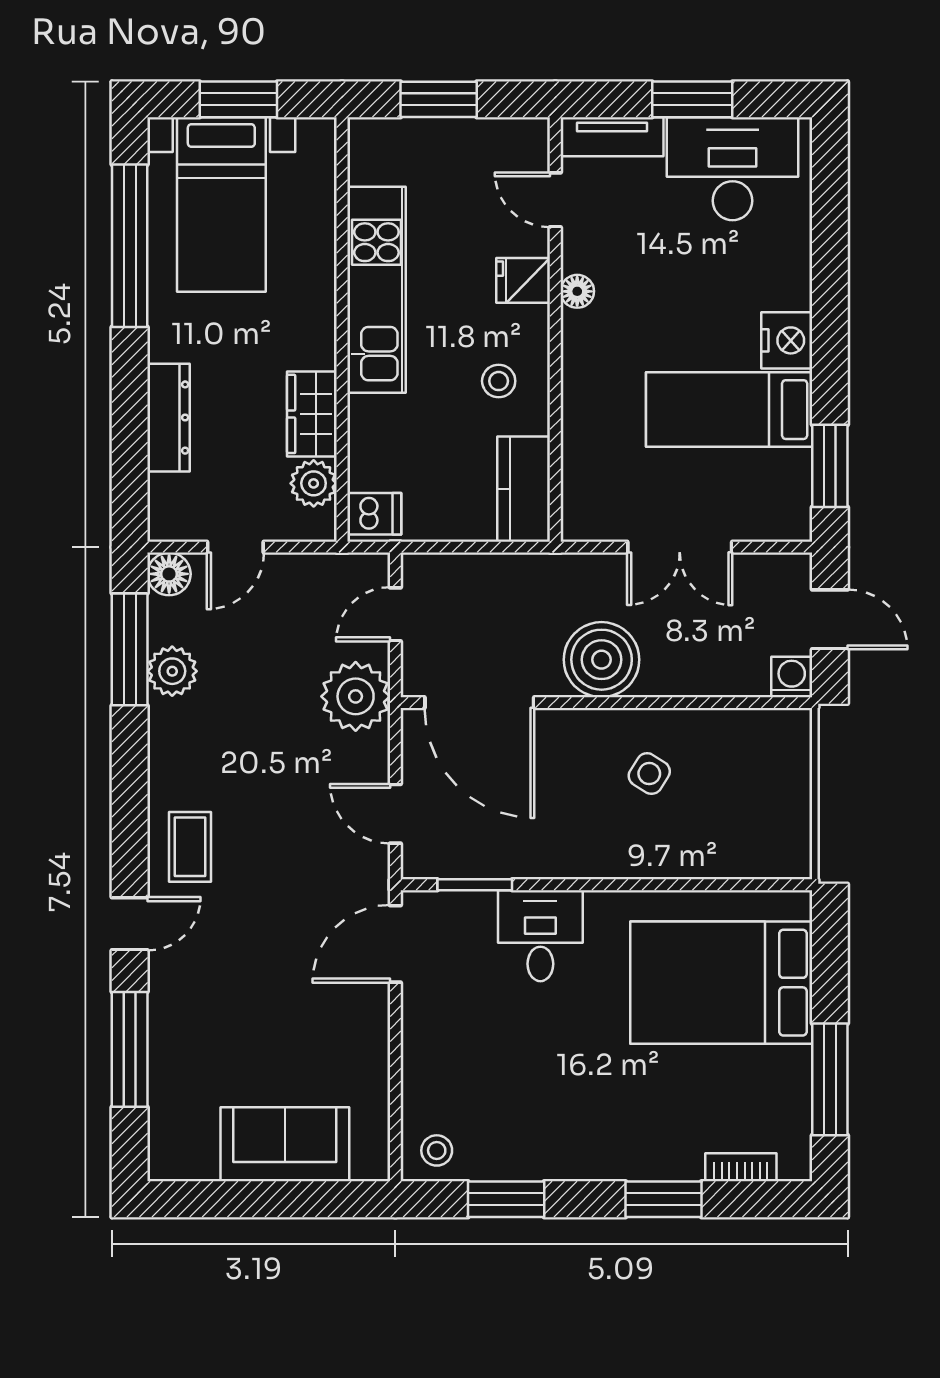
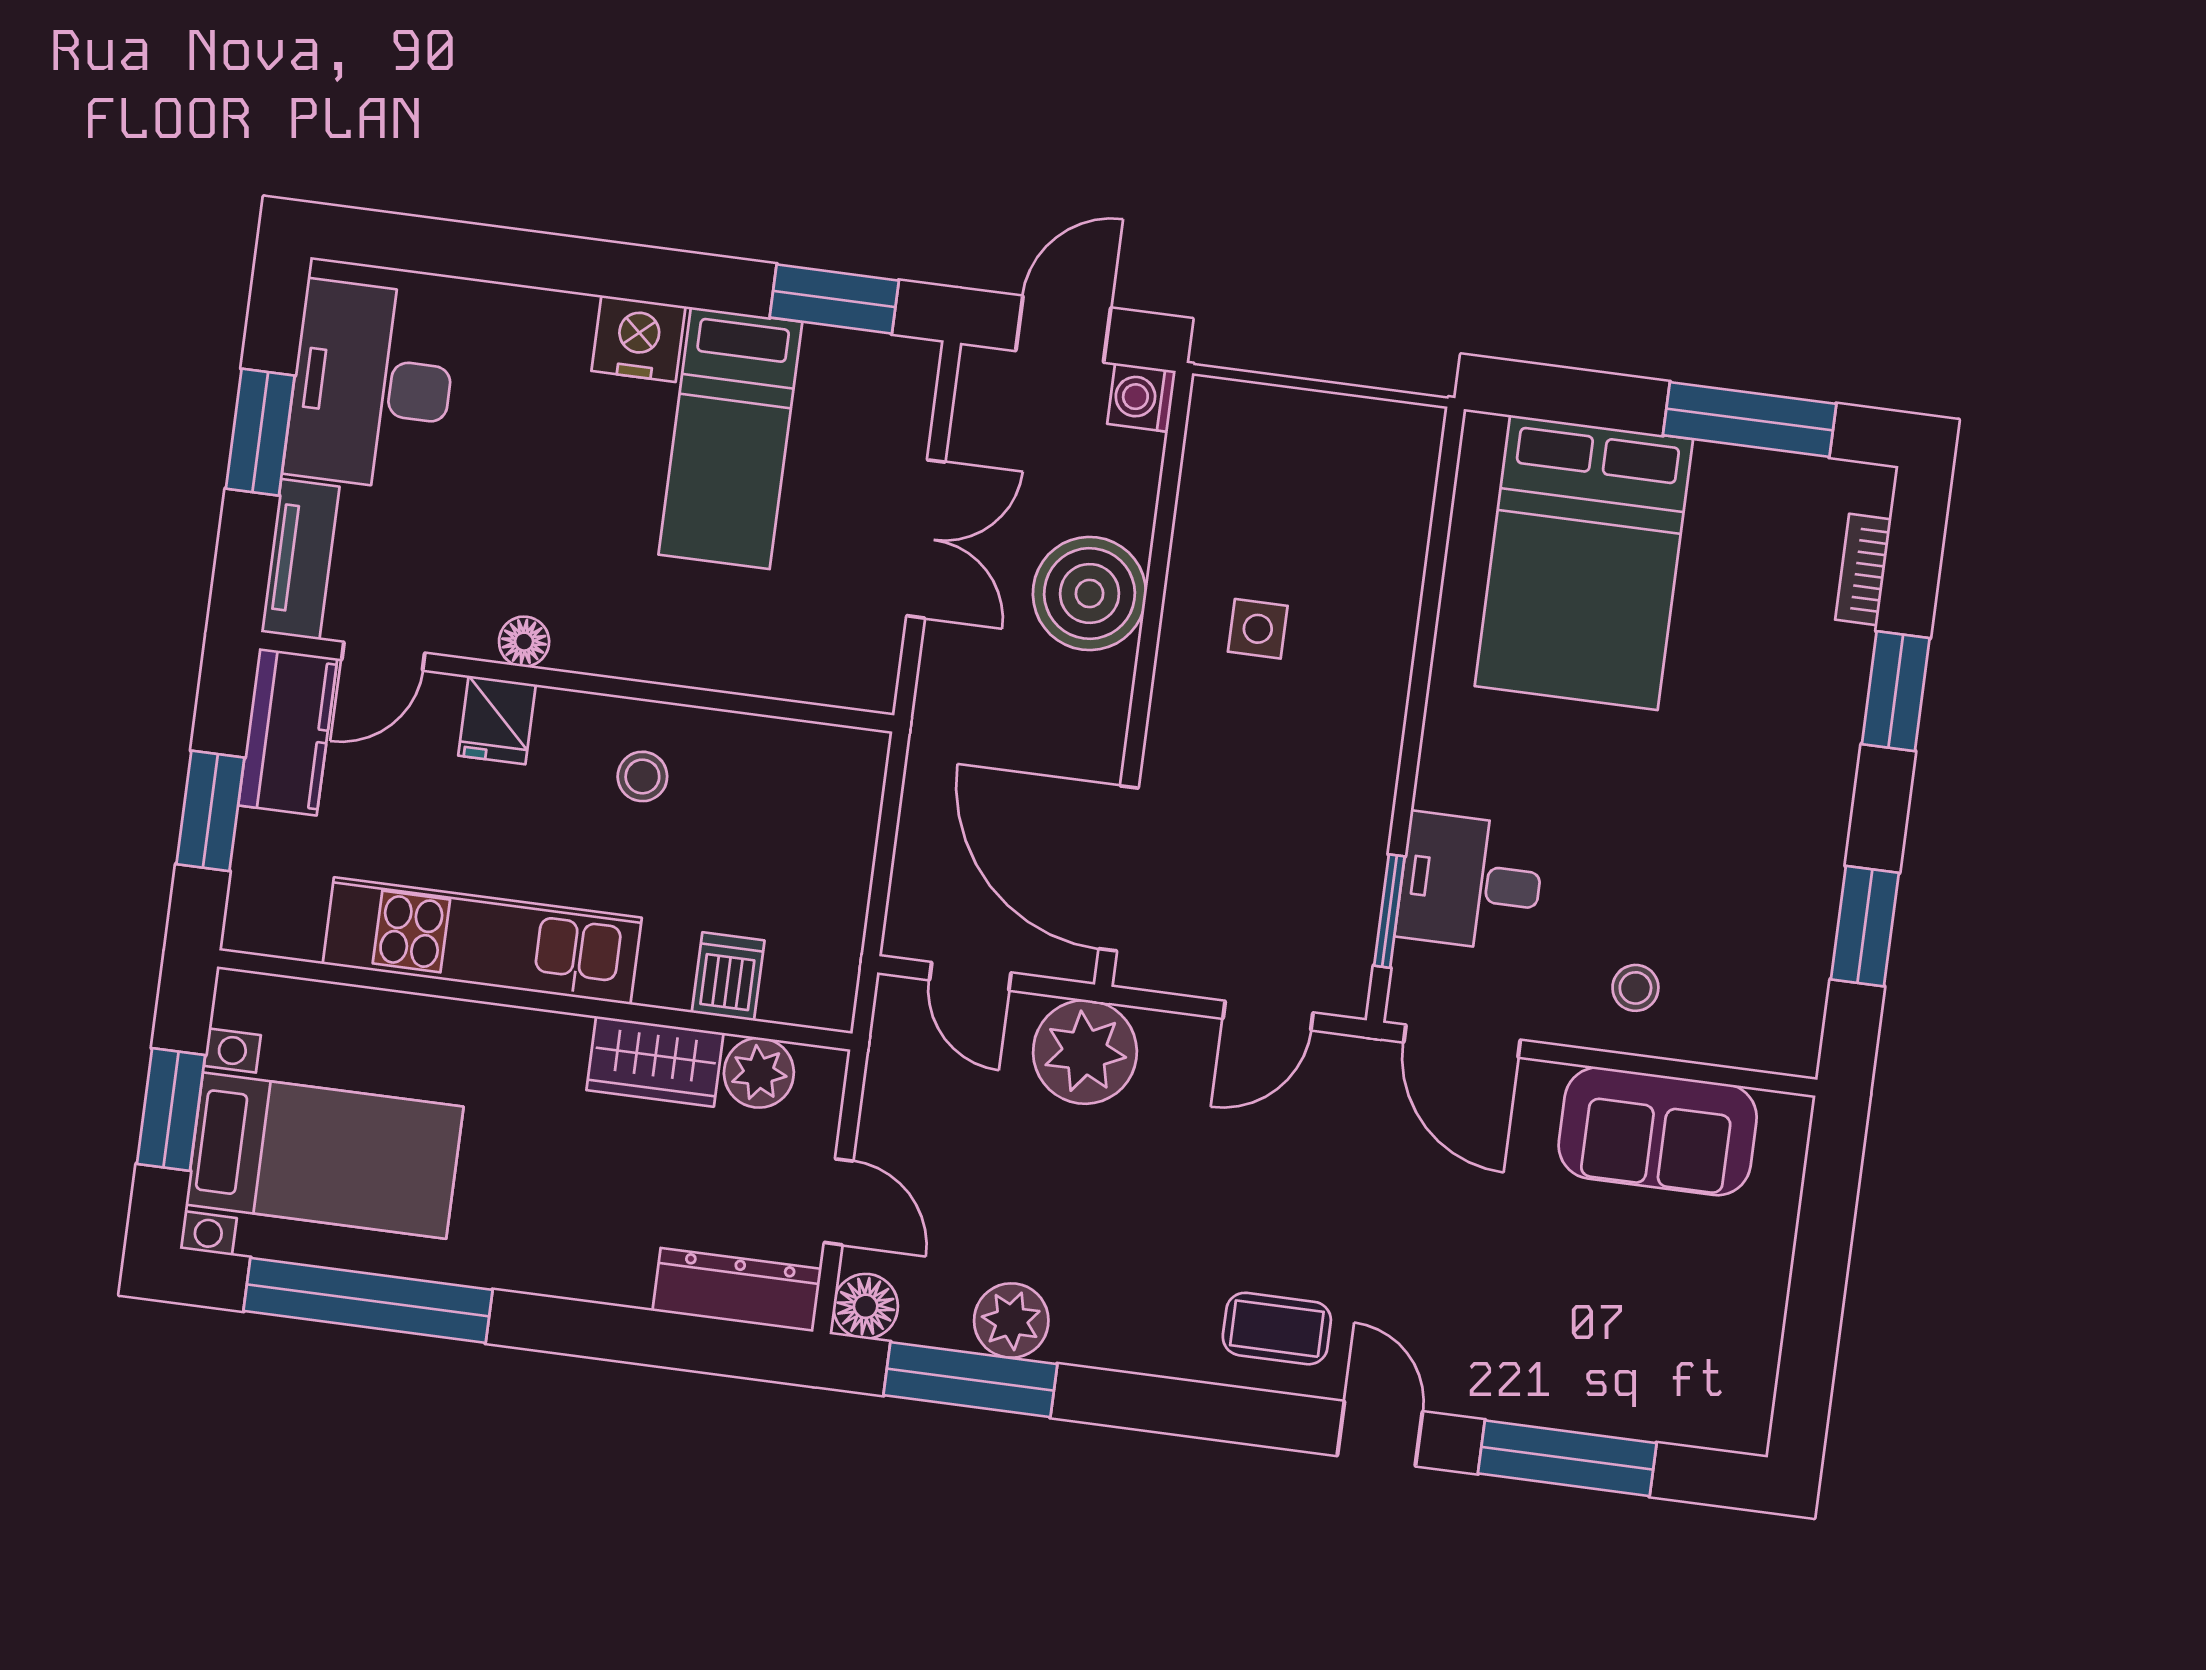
dresser: (169, 418) -> (737, 1290), moved
kitchen counter: (524, 489) -> (288, 732), moved, turned -90
dishwasher: (374, 514) -> (728, 976), moved
boiler: (602, 660) -> (1090, 593), moved
door: (479, 703) -> (1119, 868), swing flipped
side table: (649, 774) -> (1258, 629), turned -32
desk: (540, 936) -> (1471, 882), moved
sofa: (285, 1144) -> (1658, 1131), moved, turned -90
stool: (437, 1150) -> (1635, 988), moved

